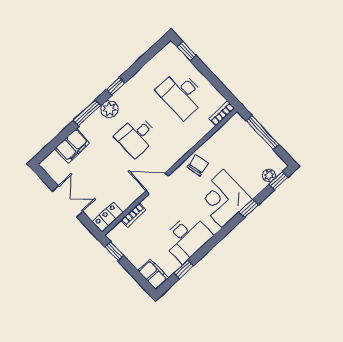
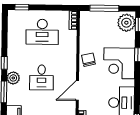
plant: (269, 175) -> (126, 23), width x1.88, depth x1.88

